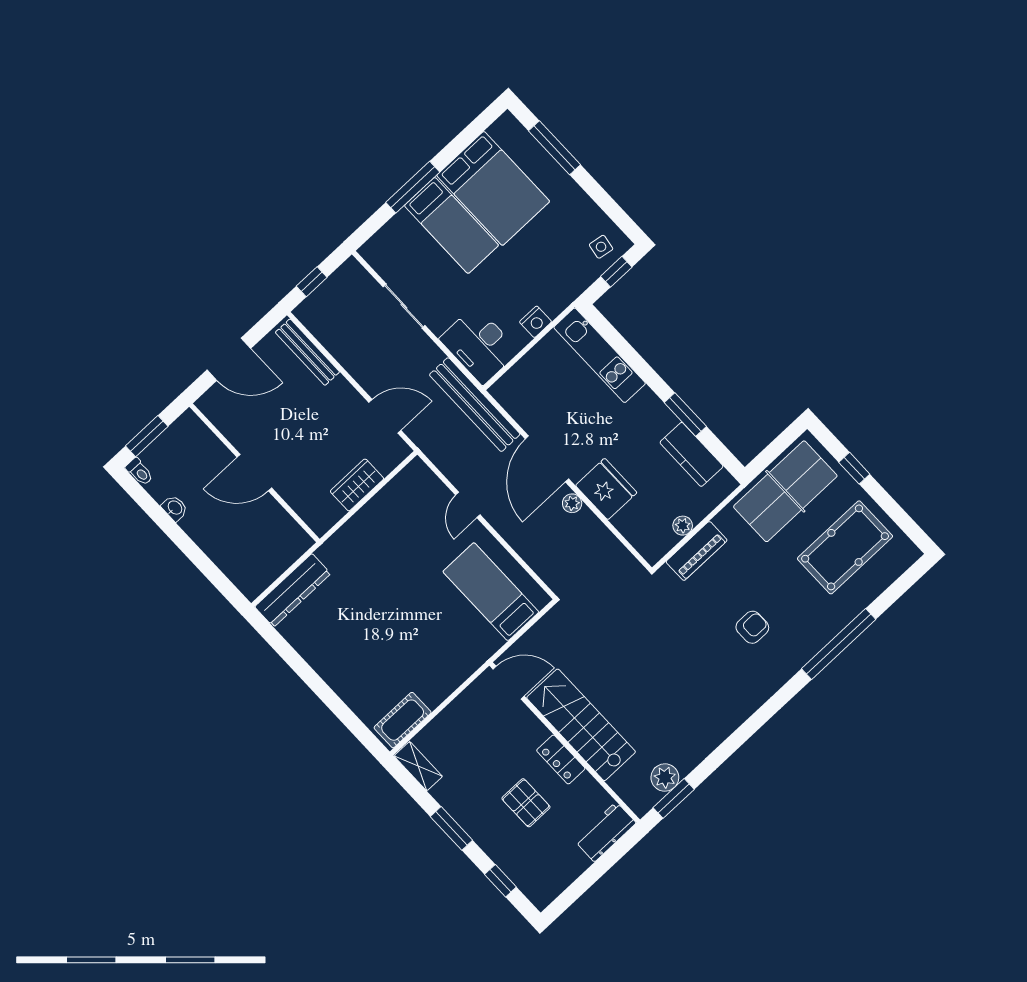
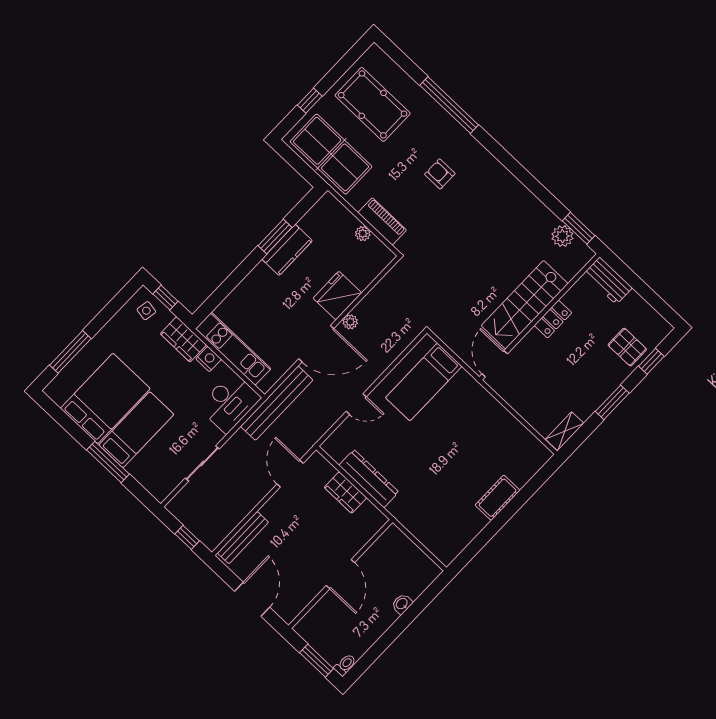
wardrobe: (562, 291) -> (183, 339), added
kitchen unit: (600, 355) -> (233, 349), moved, turned -90
kitchen counter: (691, 454) -> (287, 250), moved
washbasin: (175, 508) -> (402, 604), moved
dresser: (293, 590) -> (369, 479), moved
cot: (403, 720) -> (498, 498), moved, turned 90
pallet: (526, 803) -> (627, 347), moved, turned 90

